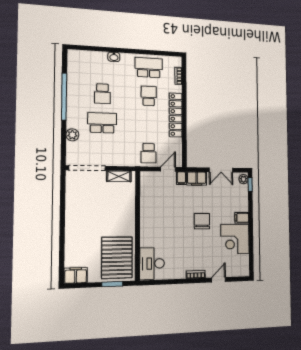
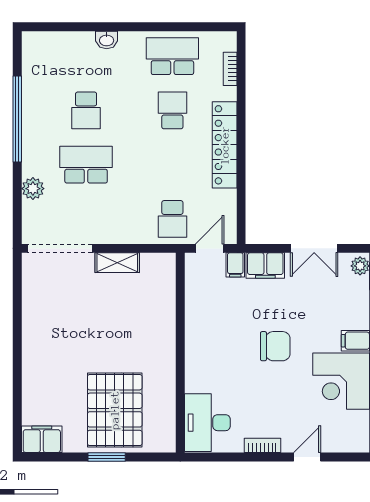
chair: (202, 221) -> (275, 346), turned 90
wall: (137, 225) -> (180, 353), moved
desk: (152, 264) -> (207, 423), moved

